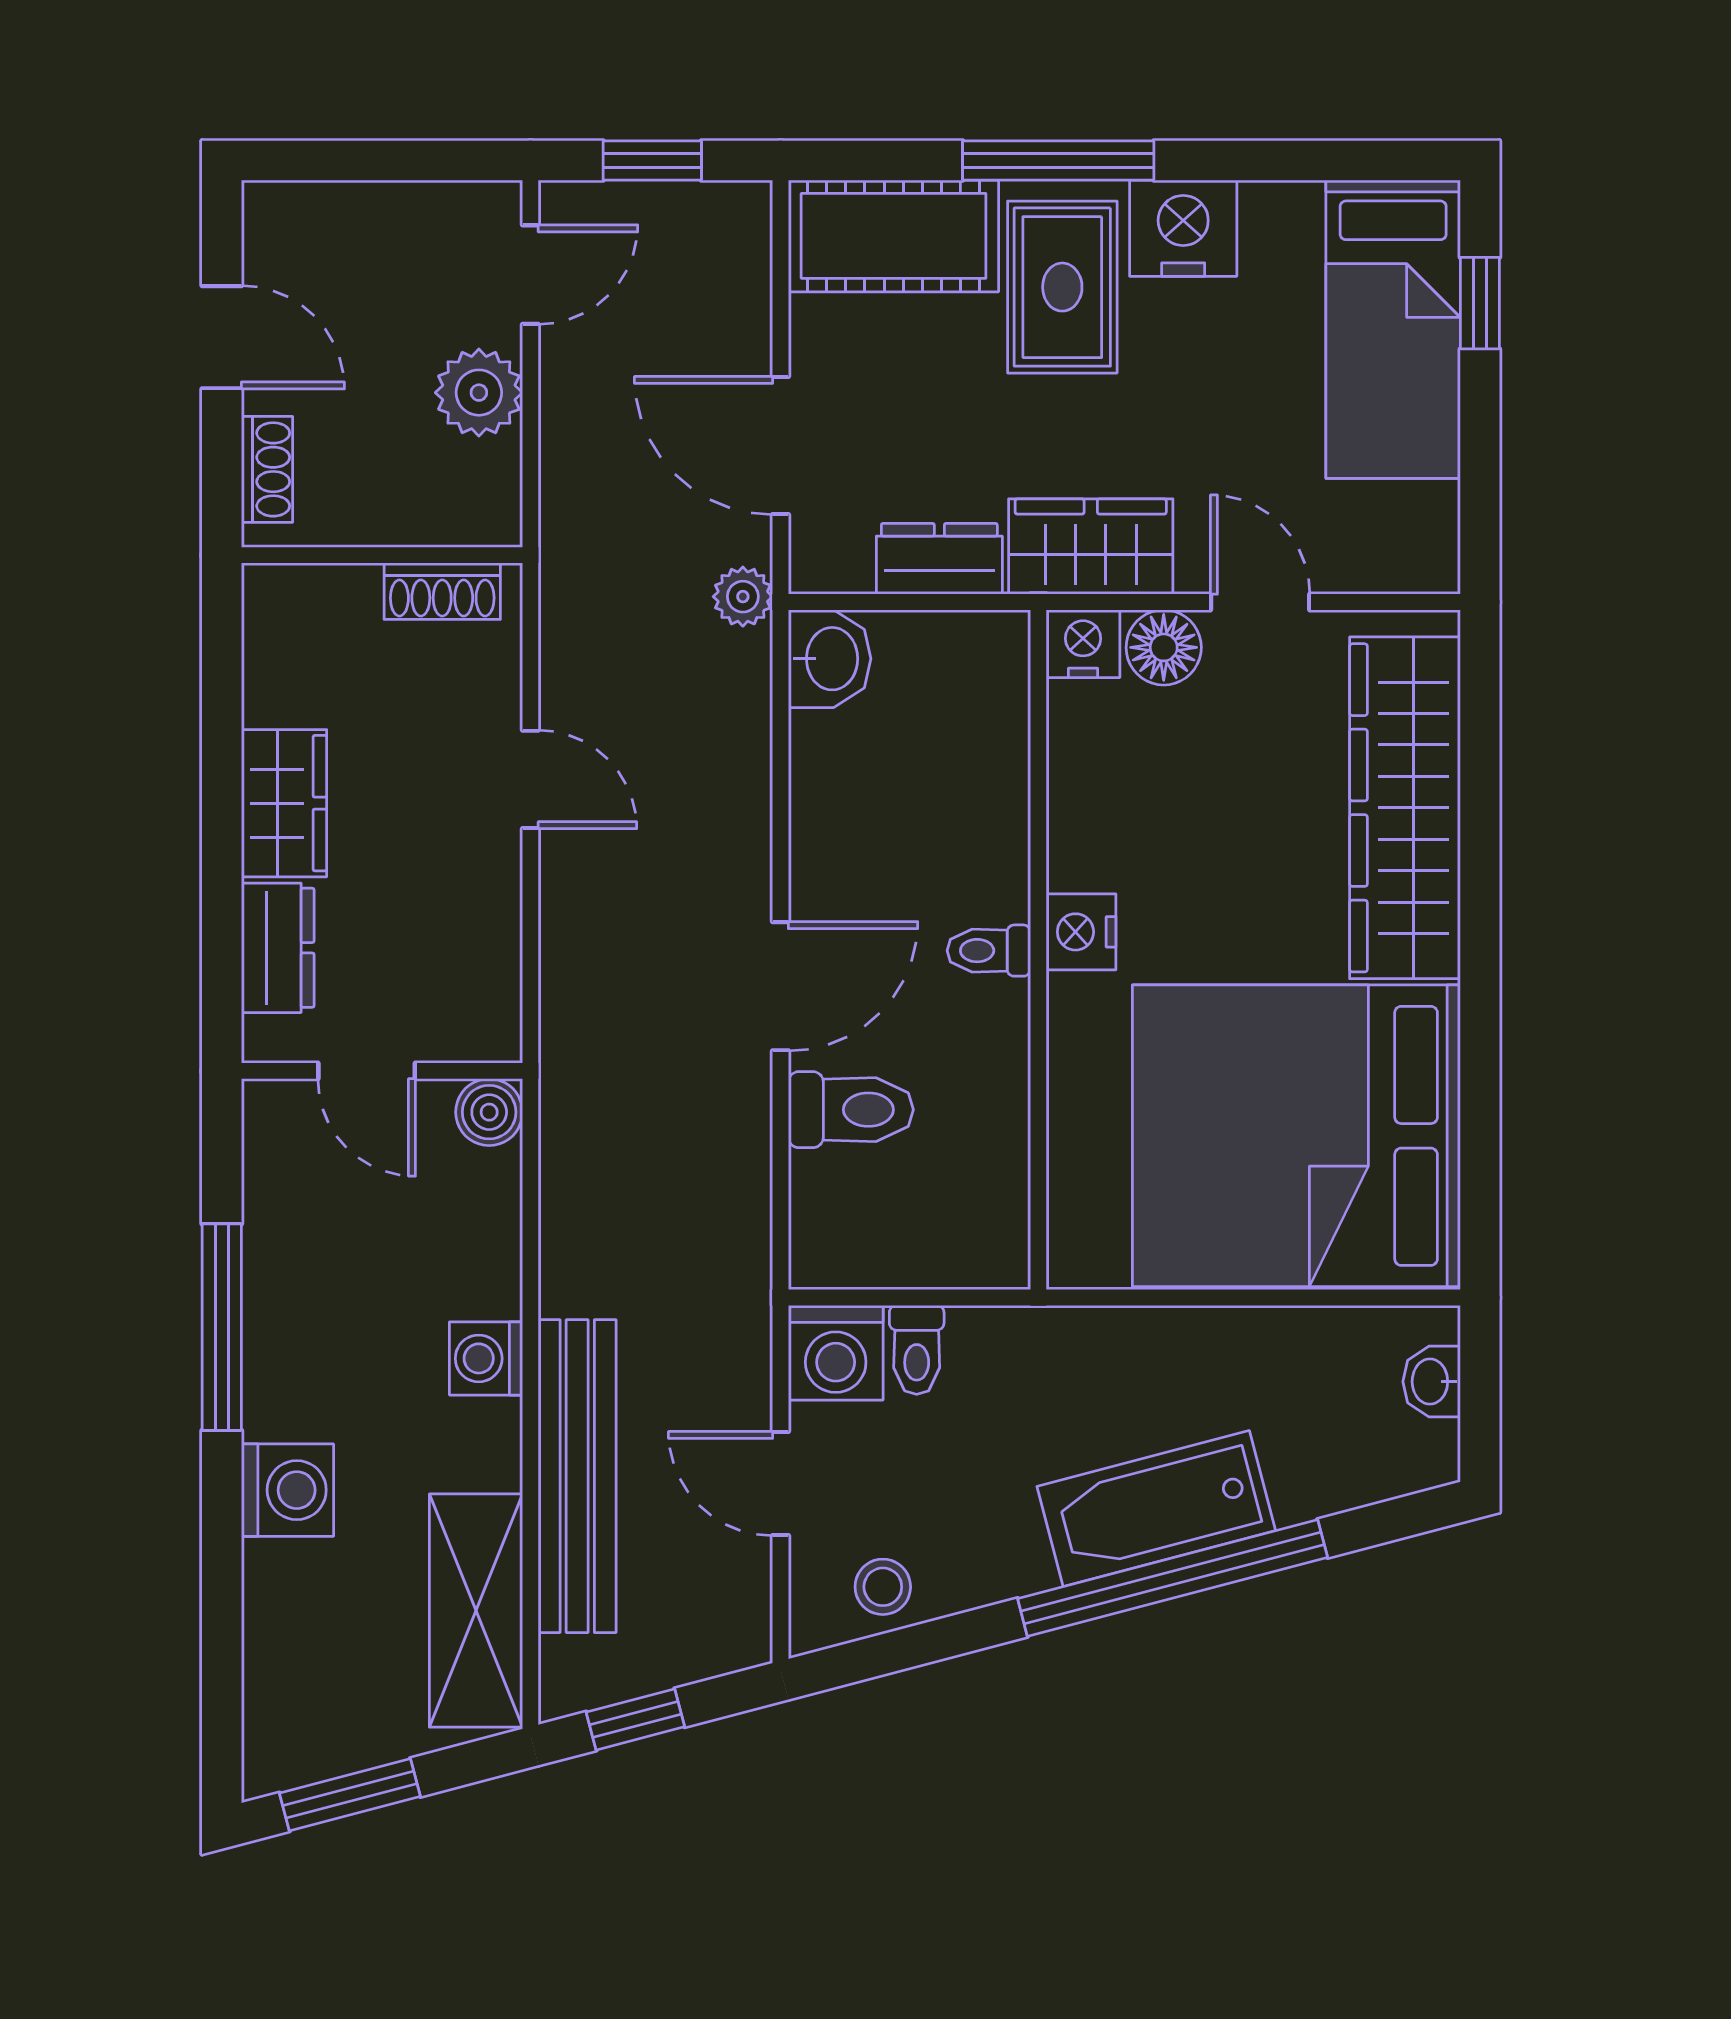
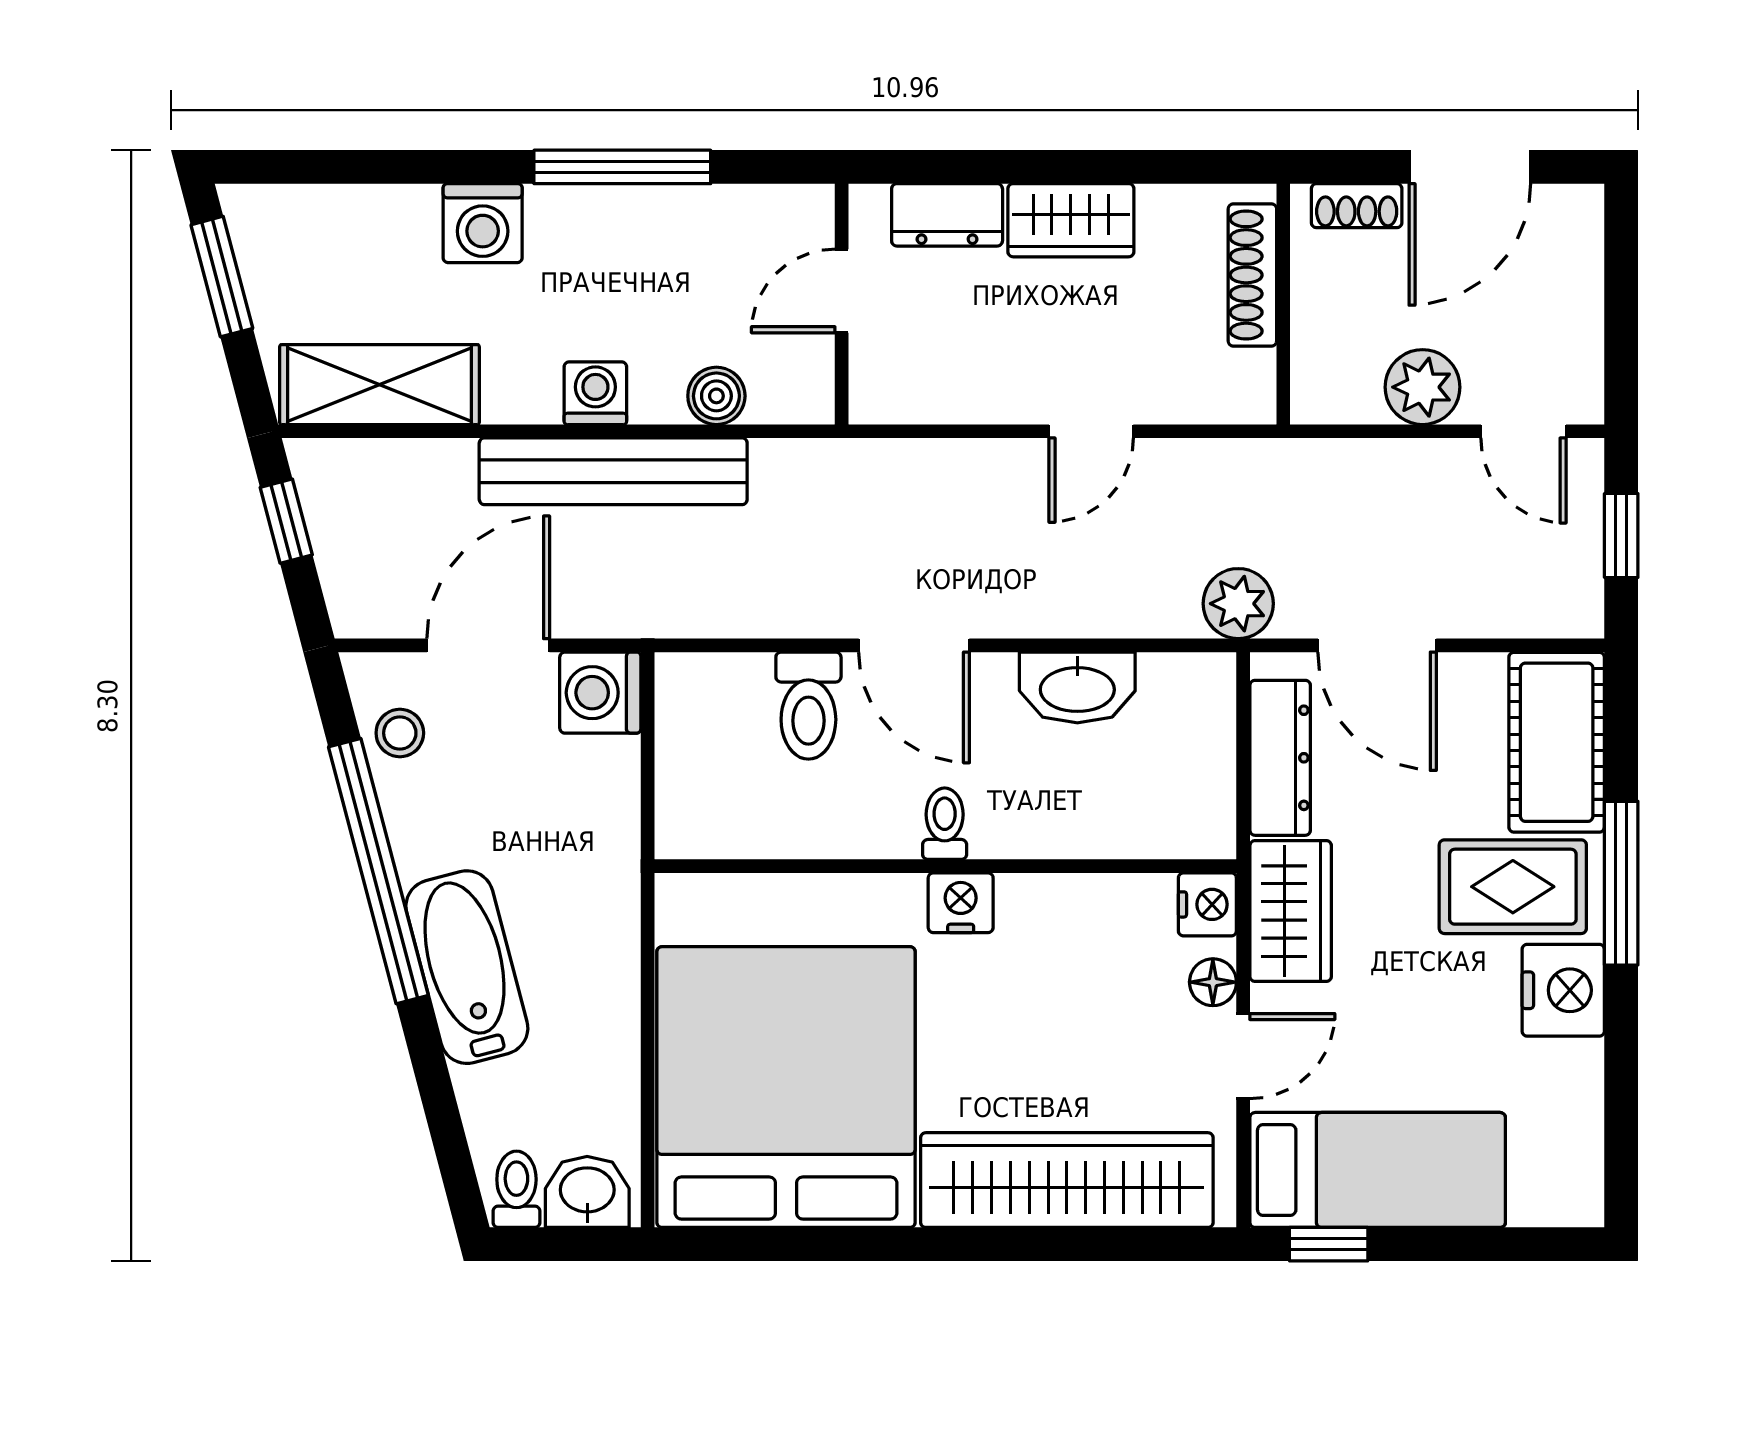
window: (1480, 303) -> (1329, 1244), moved
bed: (1393, 329) -> (1378, 1170), moved, turned 180
door: (222, 337) -> (1470, 167), width x1.38
door: (780, 446) -> (1377, 645), swing flipped
dresser: (939, 559) -> (1280, 758), width x1.44
shoe rack: (442, 591) -> (1252, 275), moved, width x1.43
plant: (743, 597) -> (1238, 604), width x1.38, depth x1.38
floor lamp: (1164, 647) -> (1213, 982), width x0.73, depth x0.73
washbasin: (830, 659) -> (1077, 687), moved, width x1.38
boiler: (489, 1112) -> (716, 396), moved
toilet: (917, 1350) -> (516, 1189), moved, turned 90
washbasin: (1432, 1382) -> (587, 1192), width x1.38, depth x1.45
bench: (577, 1476) -> (613, 471), moved
door: (780, 1484) -> (488, 645), width x1.38
window: (1173, 1578) -> (378, 871), moved

